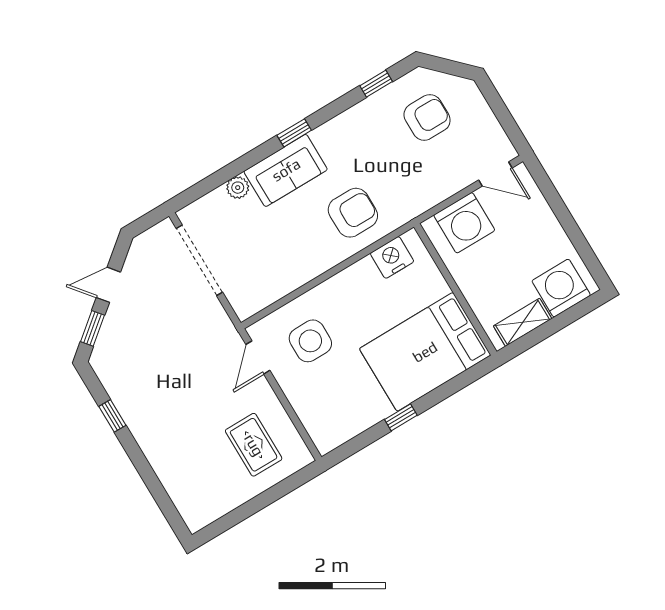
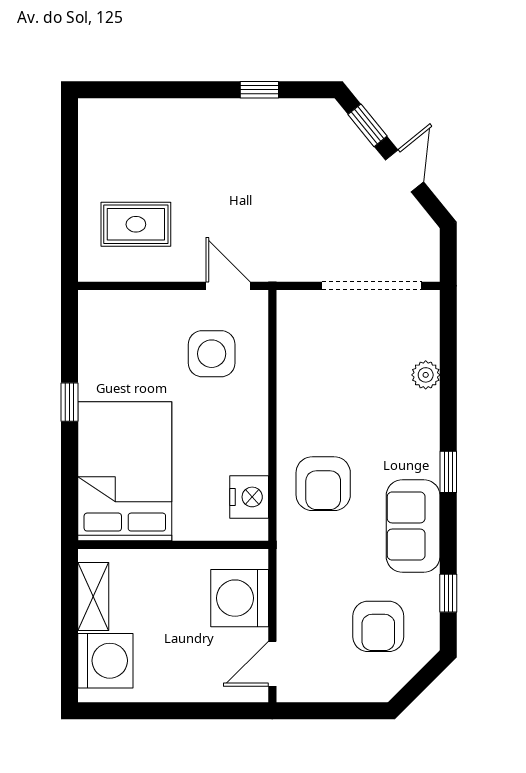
sofa: (286, 170) -> (413, 526), moved

